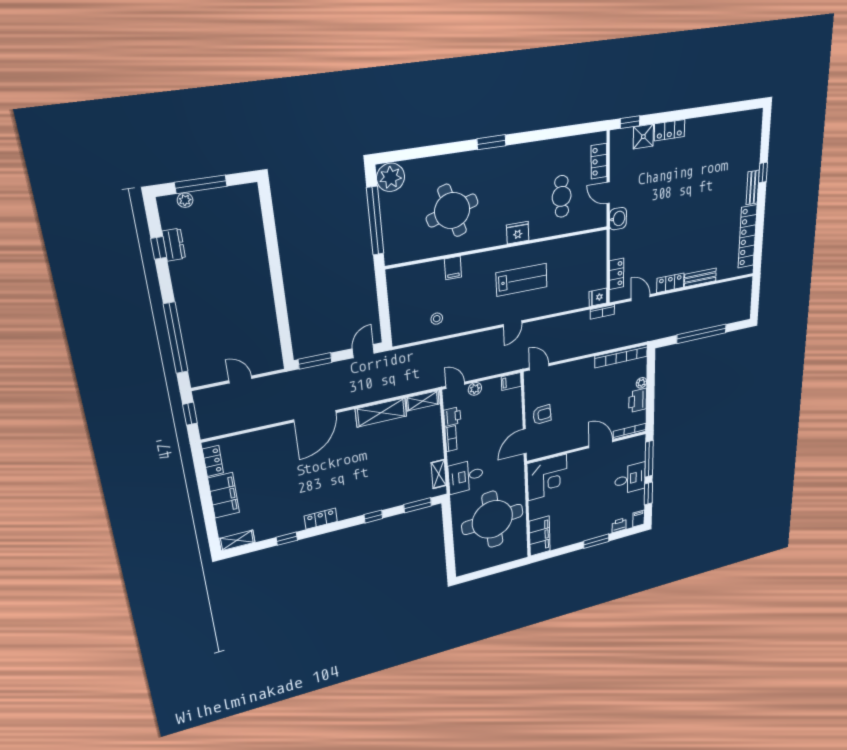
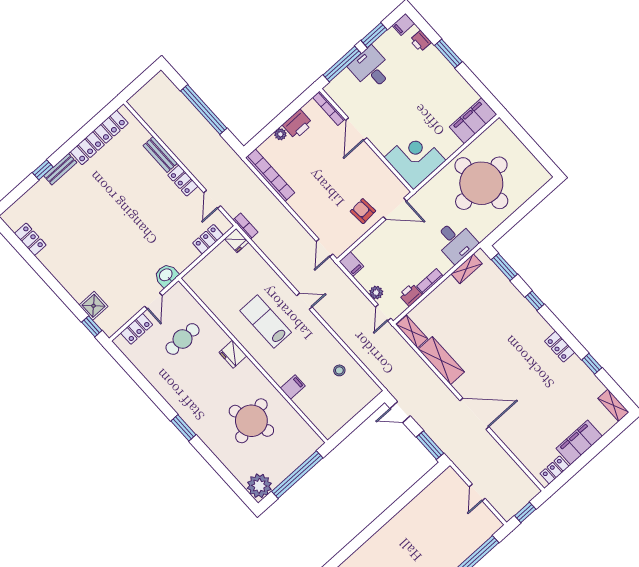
locker: (669, 130) -> (30, 239), moved

